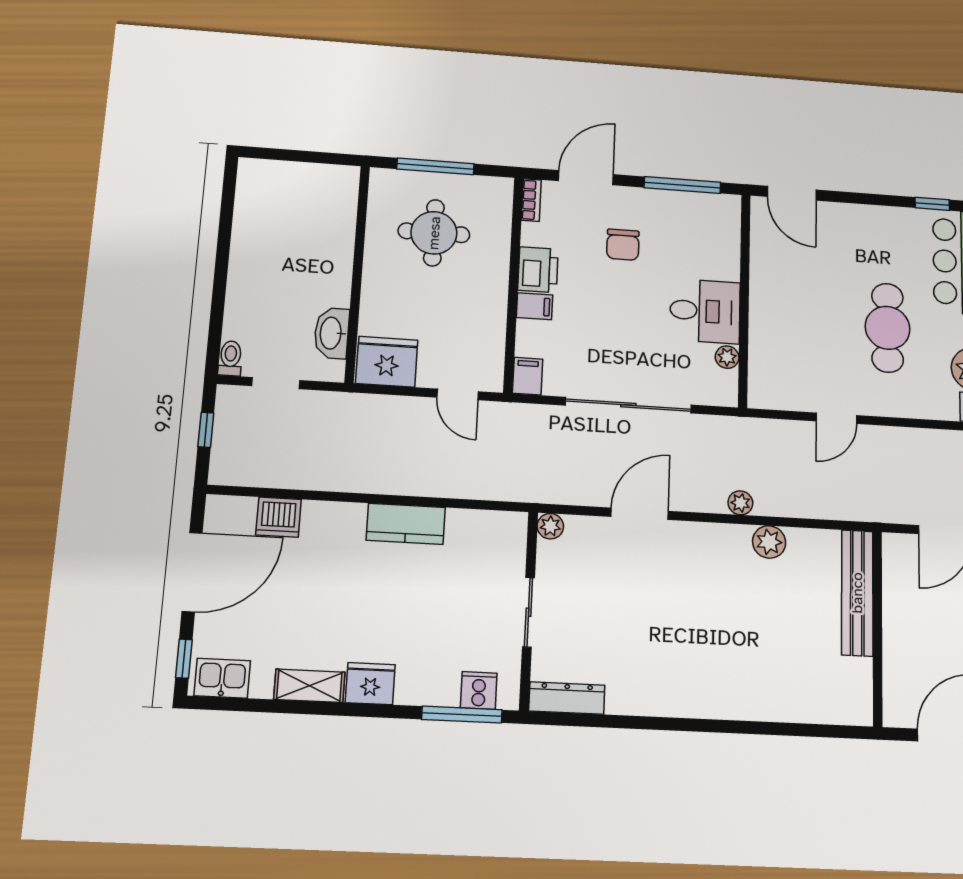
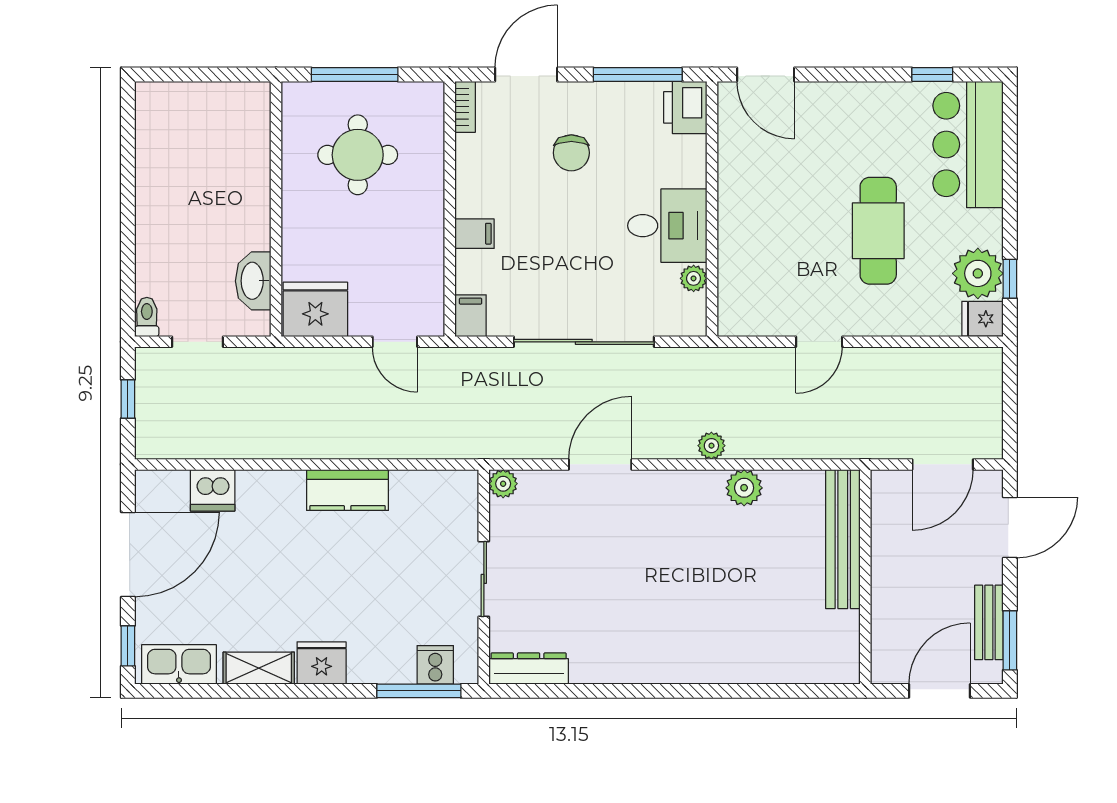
printer: (538, 270) -> (685, 107), moved, turned 180
kitchen sink: (222, 678) -> (179, 664), width x1.38

